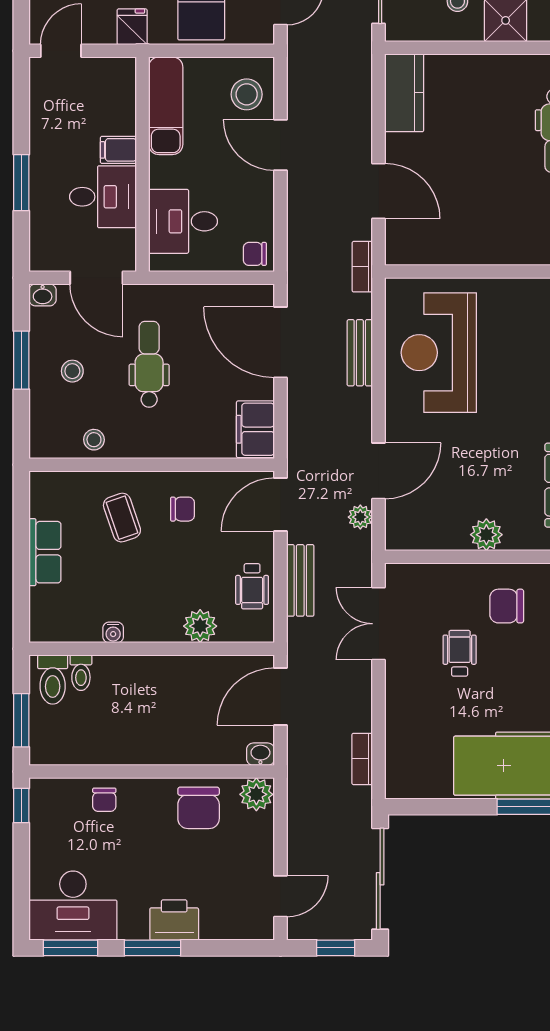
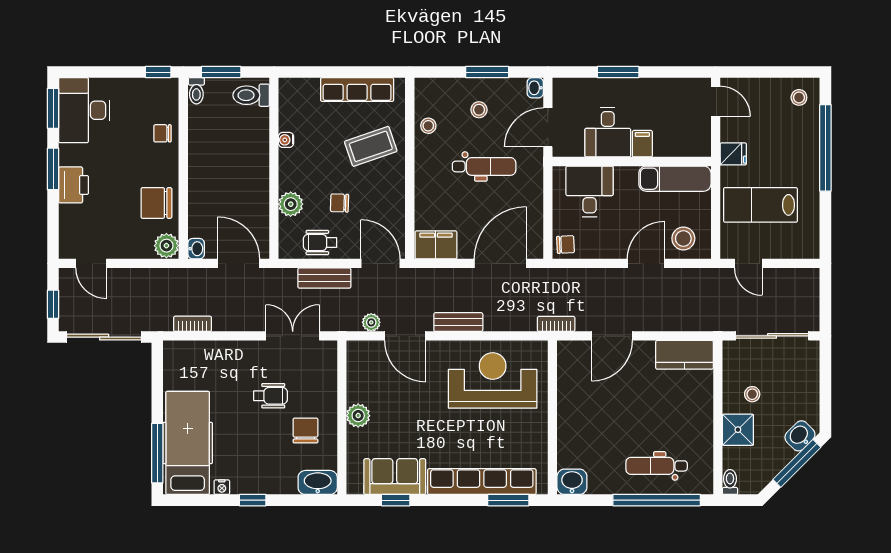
chair: (255, 254) -> (566, 245), turned 87
bench: (360, 353) -> (458, 322), moved
chair: (182, 509) -> (340, 203), moved, turned 92
coffee table: (122, 518) -> (371, 146), width x1.36, depth x1.30
row of seats: (45, 552) -> (357, 90), width x1.48
toilet: (81, 673) -> (196, 91), moved, turned -90

